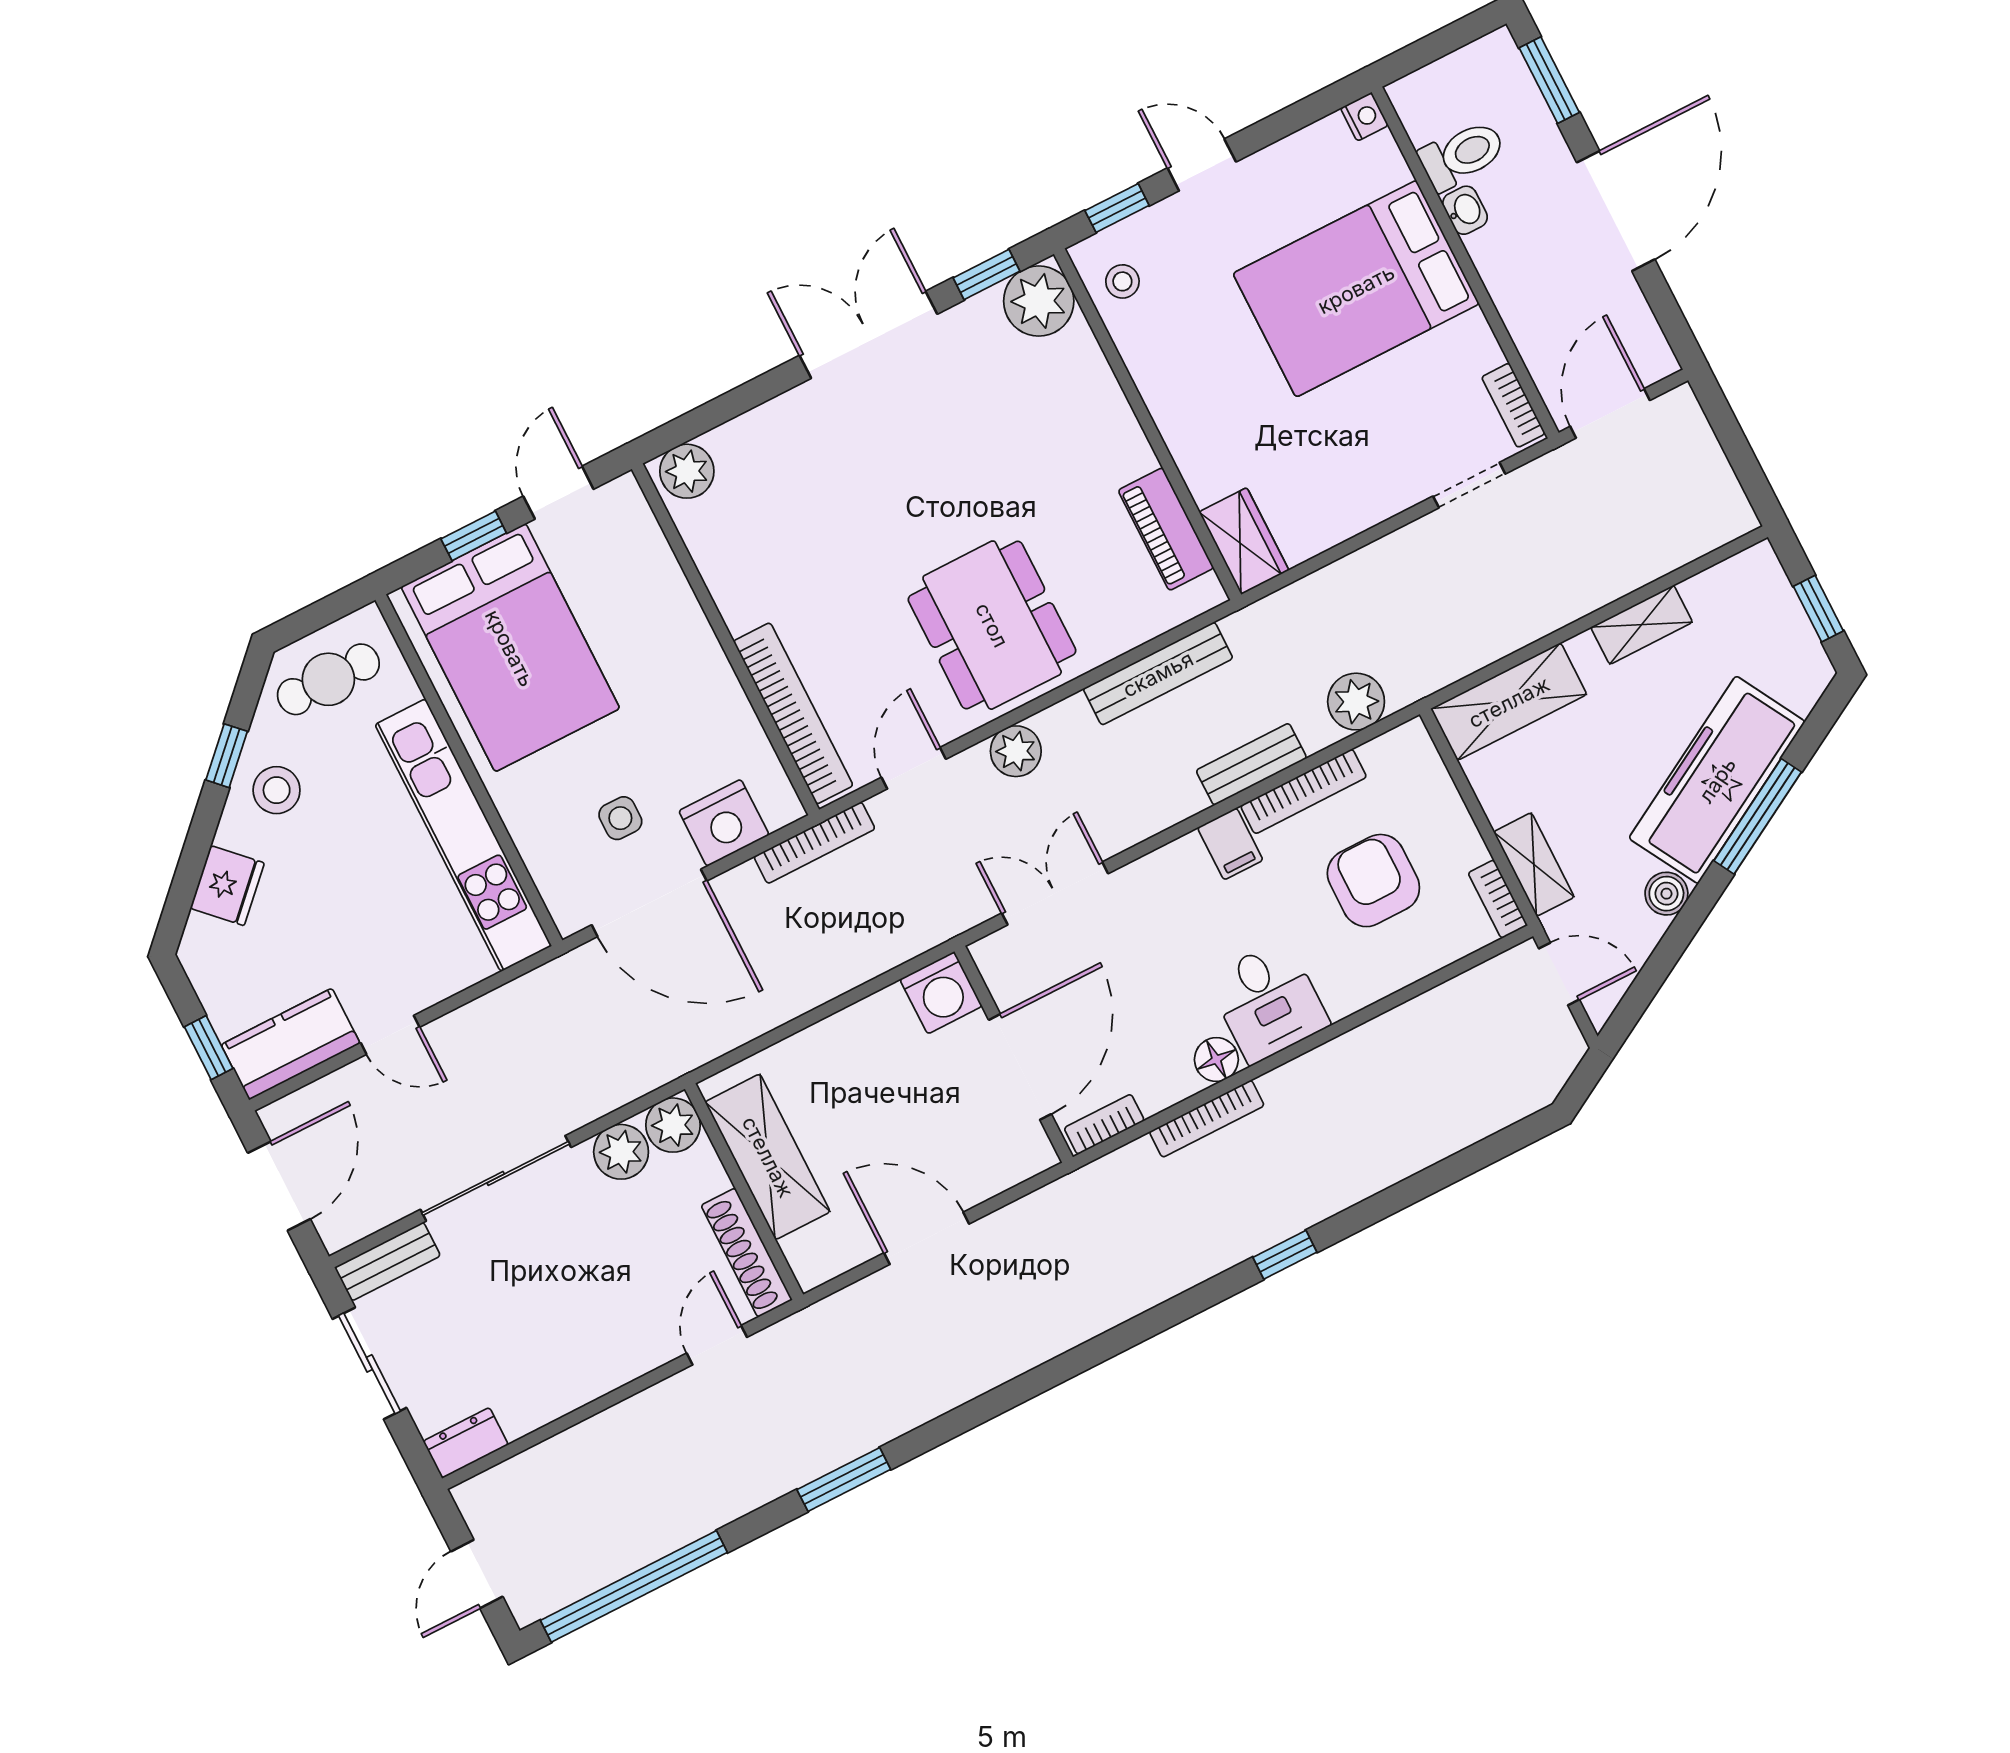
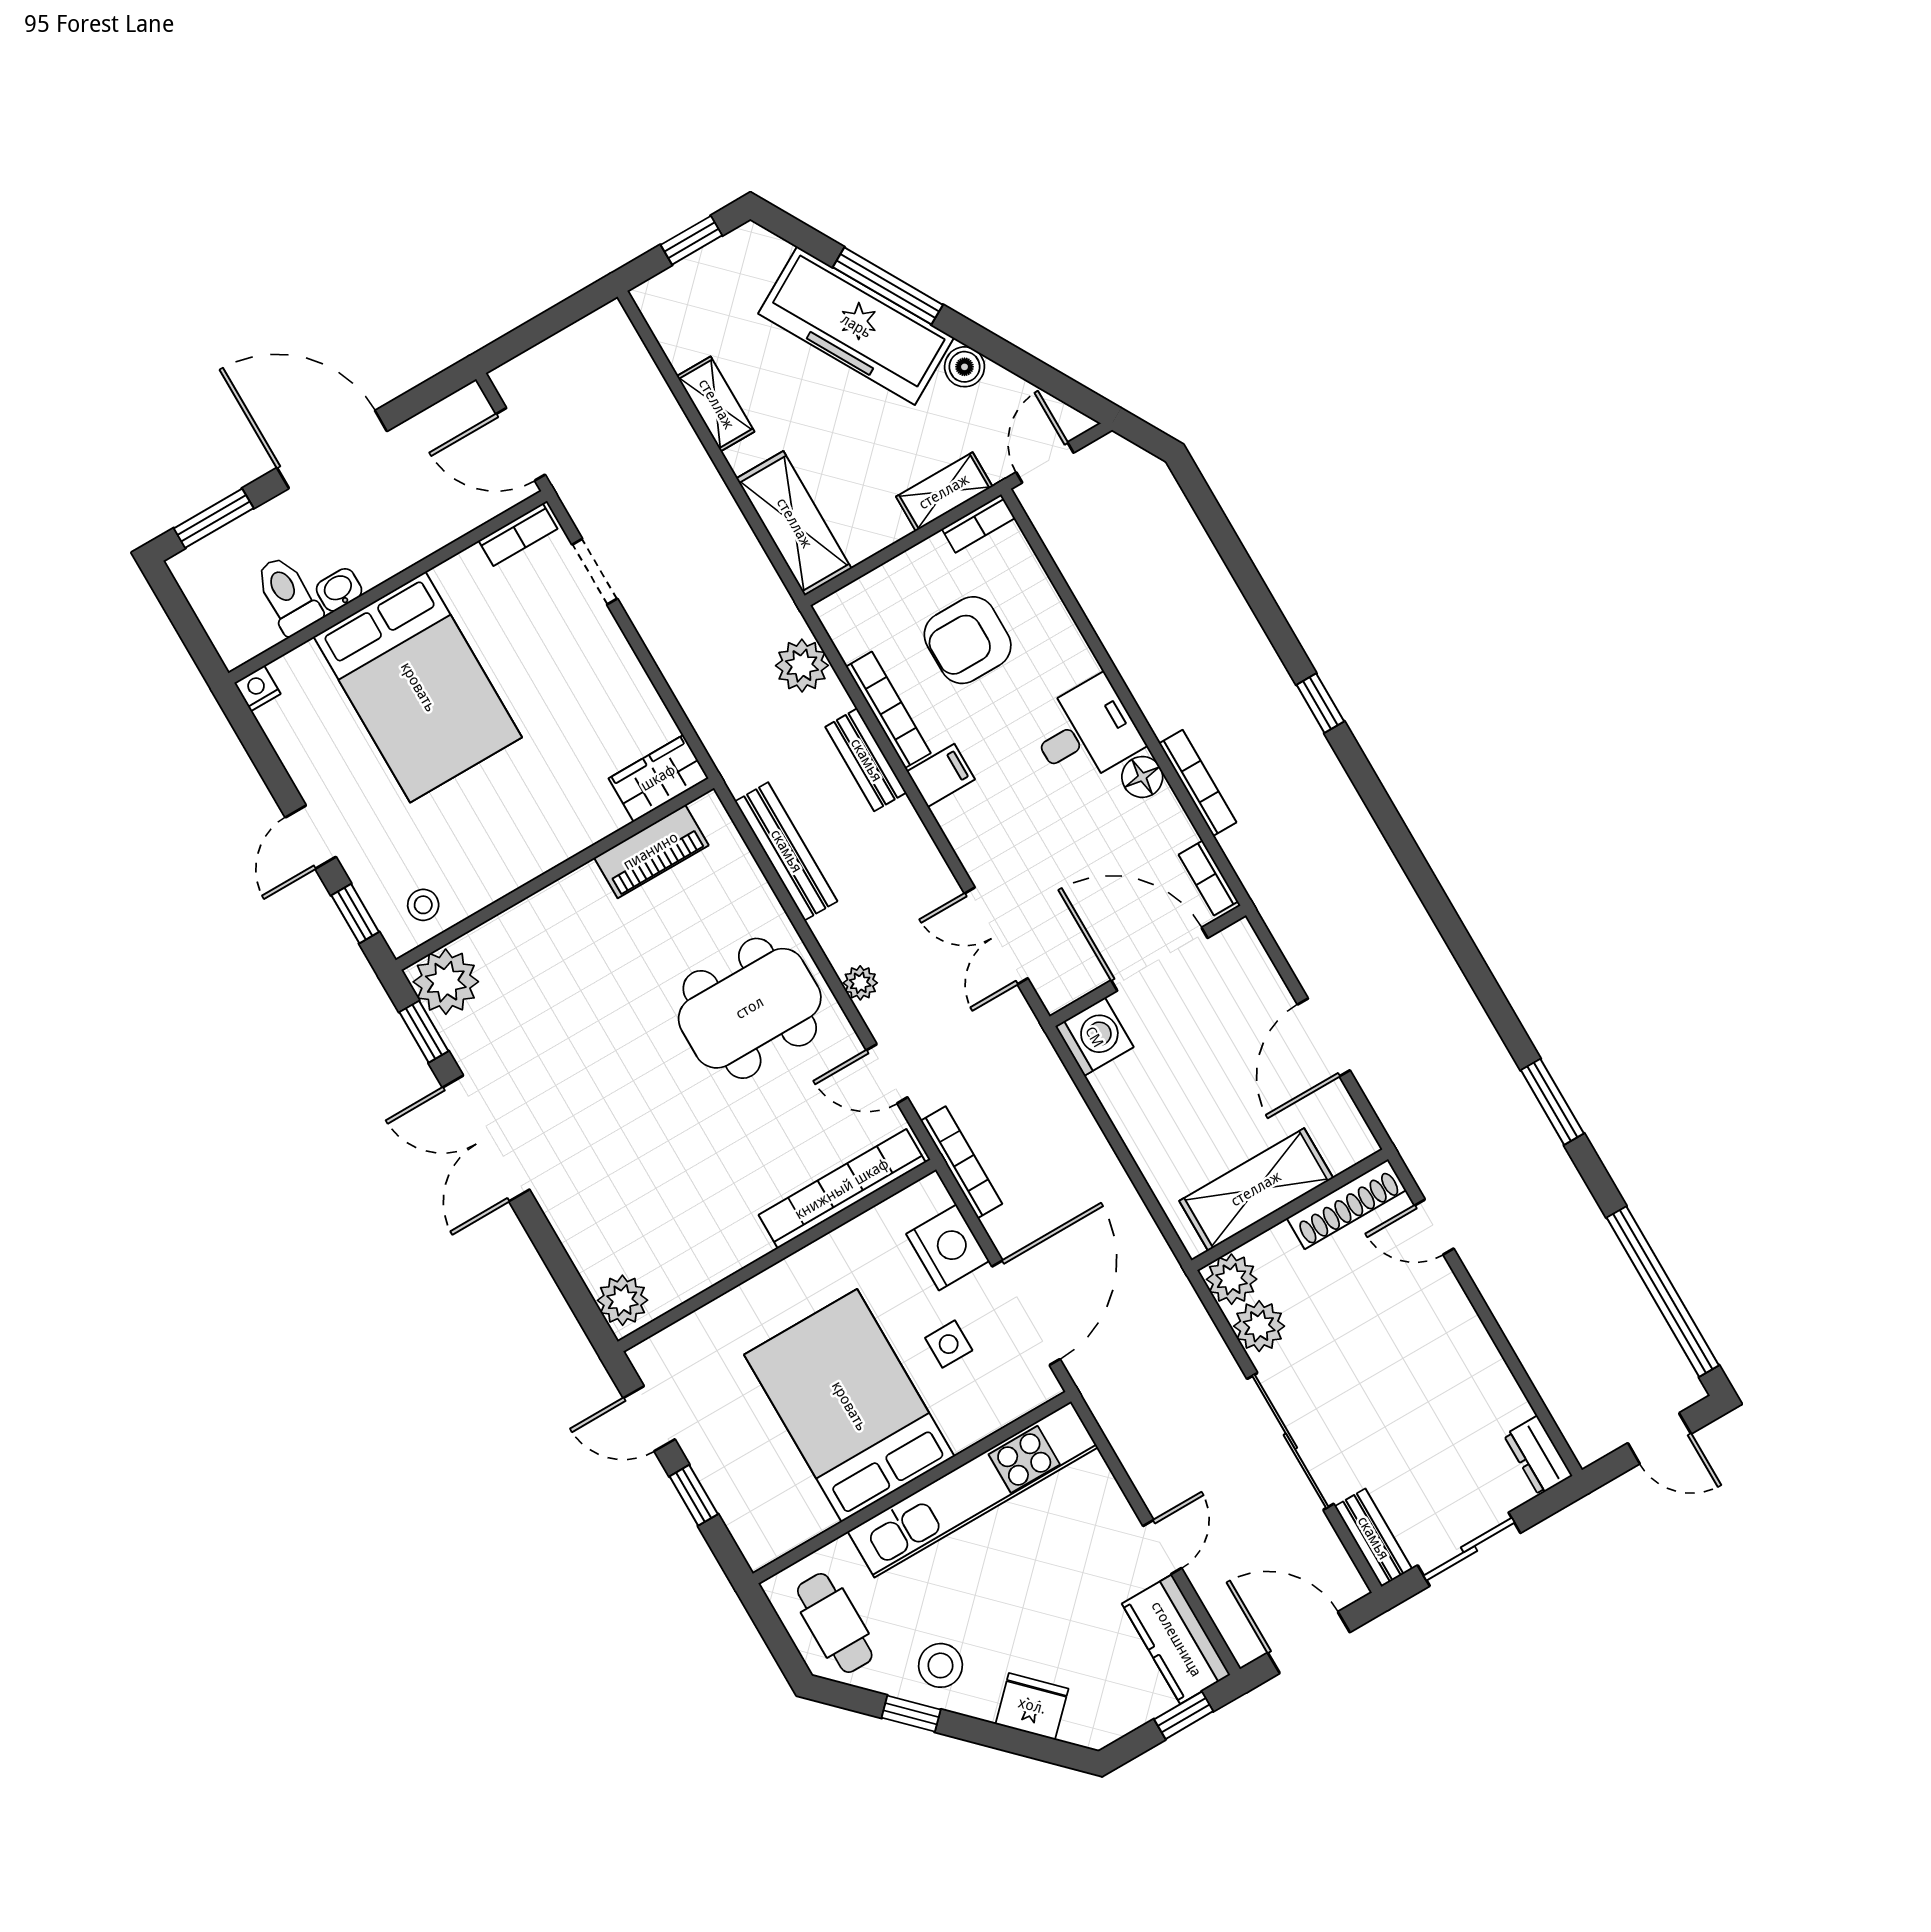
bed: (510, 648) -> (849, 1406), moved, turned -90
plant: (1016, 751) -> (860, 983), width x0.73, depth x0.73

